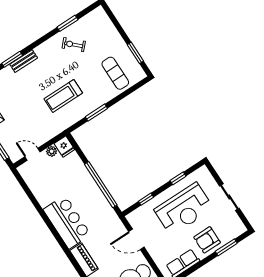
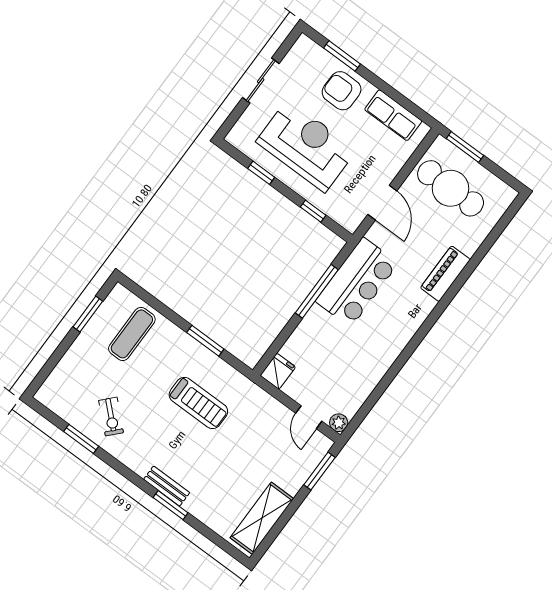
plant: (52, 151) -> (339, 423), moved
window: (101, 185) -> (317, 291), width x0.68
bar counter: (67, 222) -> (357, 282), moved, turned 180
armchair: (207, 240) -> (342, 91), turned 180

